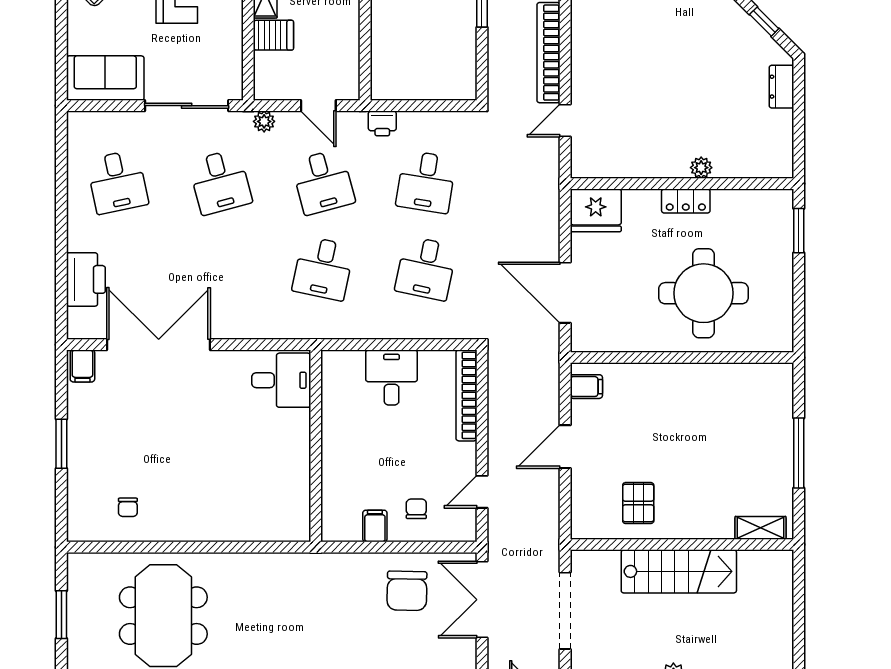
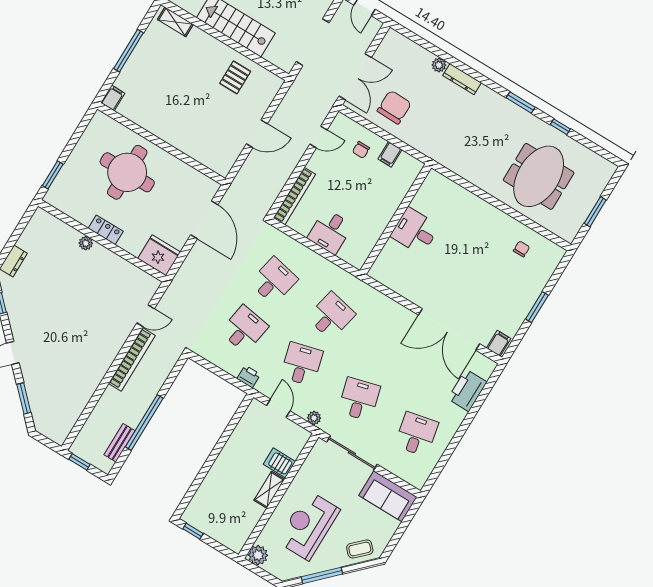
desk: (281, 380) -> (415, 231), moved
filing cabinet: (586, 387) -> (113, 98), moved, turned 90

